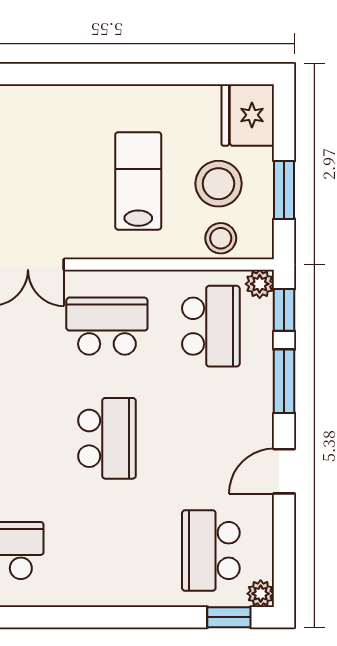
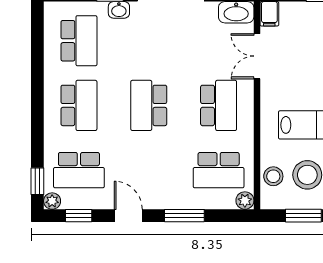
window: (284, 310) -> (79, 216), moved
school desk: (107, 438) -> (149, 105), turned 90
school desk: (107, 551) -> (79, 105), added
school desk: (211, 551) -> (79, 170), turned 180

